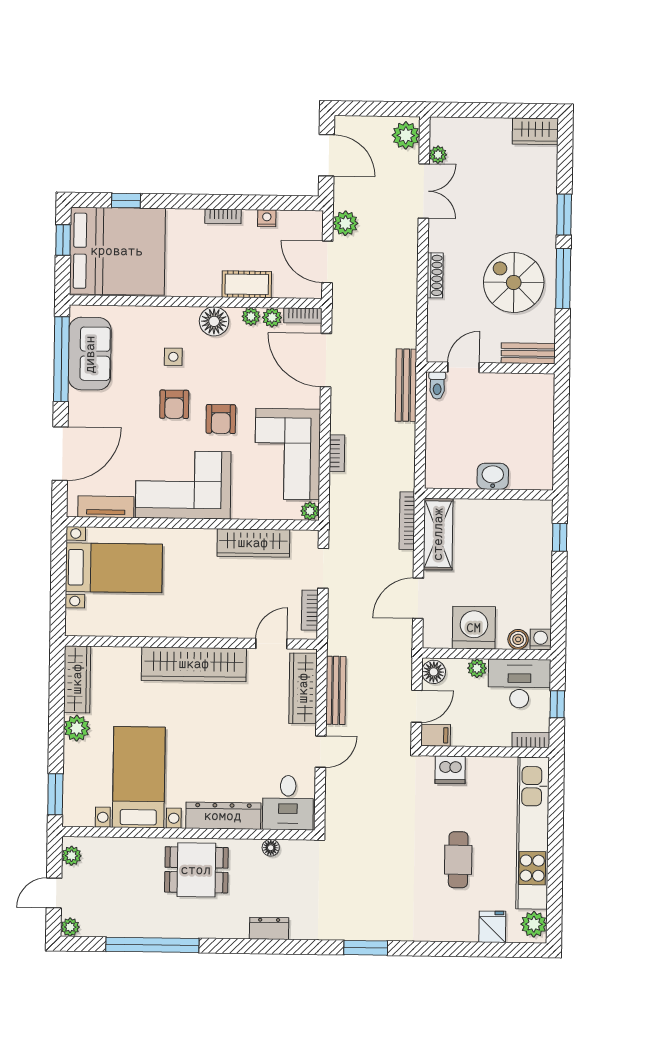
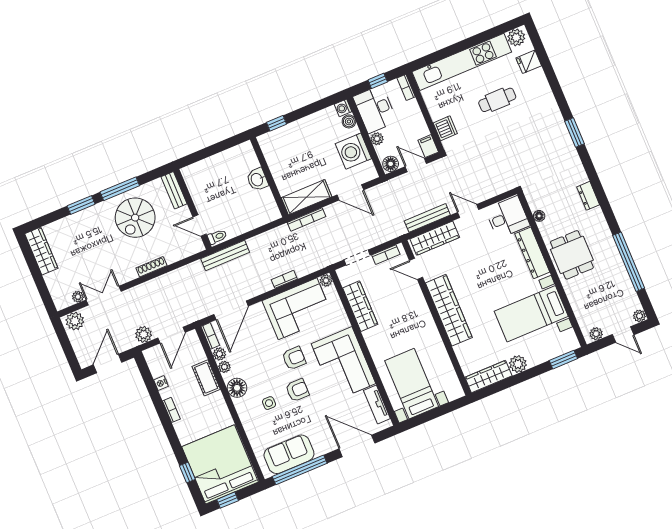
wardrobe: (535, 131) -> (41, 251), width x1.50

